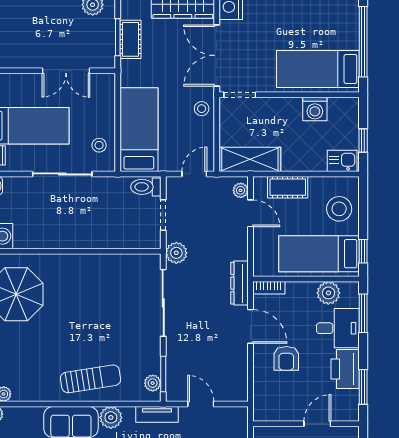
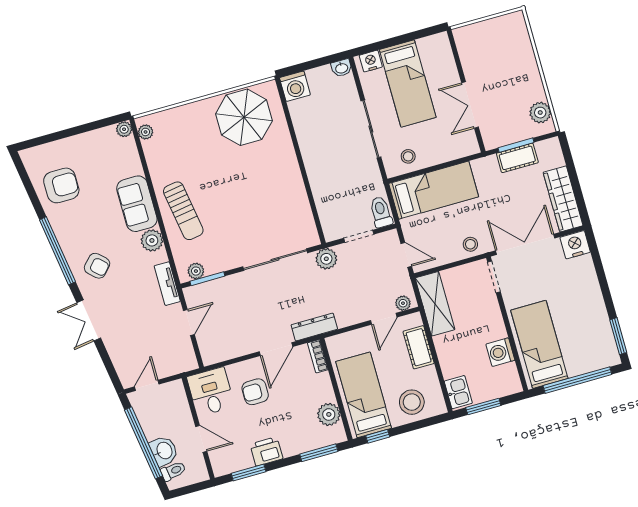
window: (363, 140) -> (483, 407), width x1.50
desk: (338, 328) -> (211, 392), moved, turned 180
printer: (345, 369) -> (266, 451), width x0.73, depth x0.84

